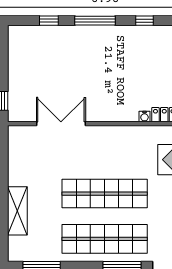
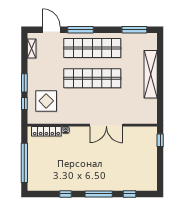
double door: (61, 124) -> (106, 125), moved
shelving: (17, 211) -> (151, 74), width x1.47

